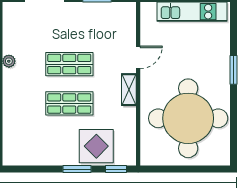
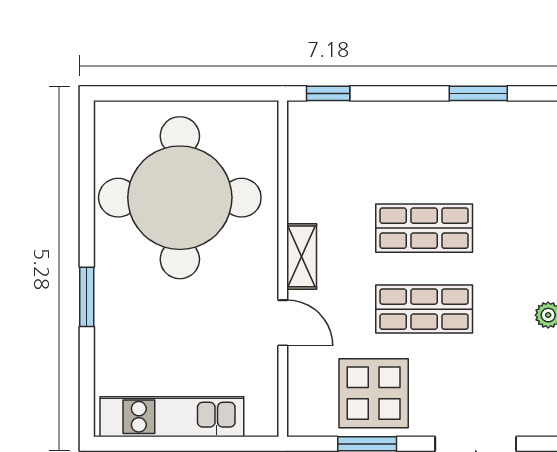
door: (138, 57) -> (283, 323), swing flipped
display table: (96, 146) -> (374, 393), moved
window: (77, 169) -> (478, 93), moved

